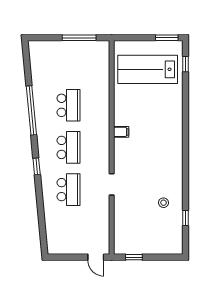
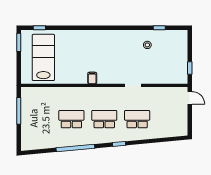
lab bench: (148, 69) -> (43, 57), turned 180
door: (96, 257) -> (190, 98), hinge flipped

